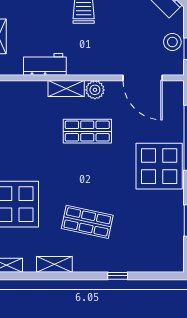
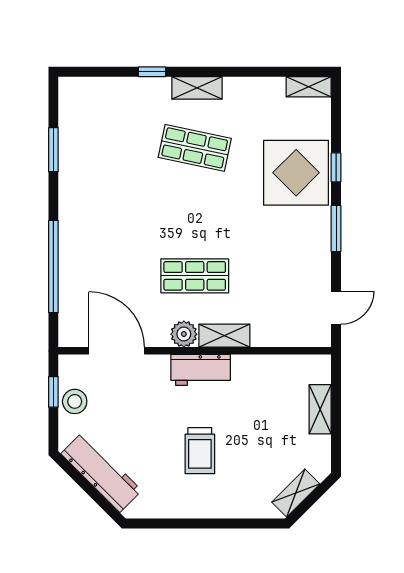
workbench: (45, 64) -> (201, 370), moved
display table: (159, 166) -> (93, 227), removed
shelving: (54, 264) -> (197, 88), moved

